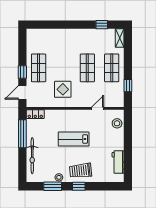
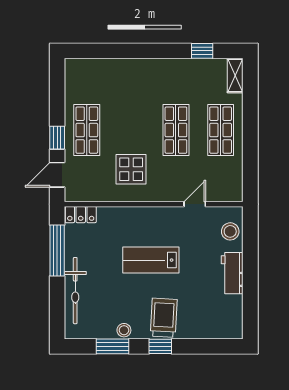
window: (128, 86) -> (250, 162), removed
workbench: (118, 162) -> (232, 273), moved
trolley: (81, 171) -> (164, 318), turned 99

